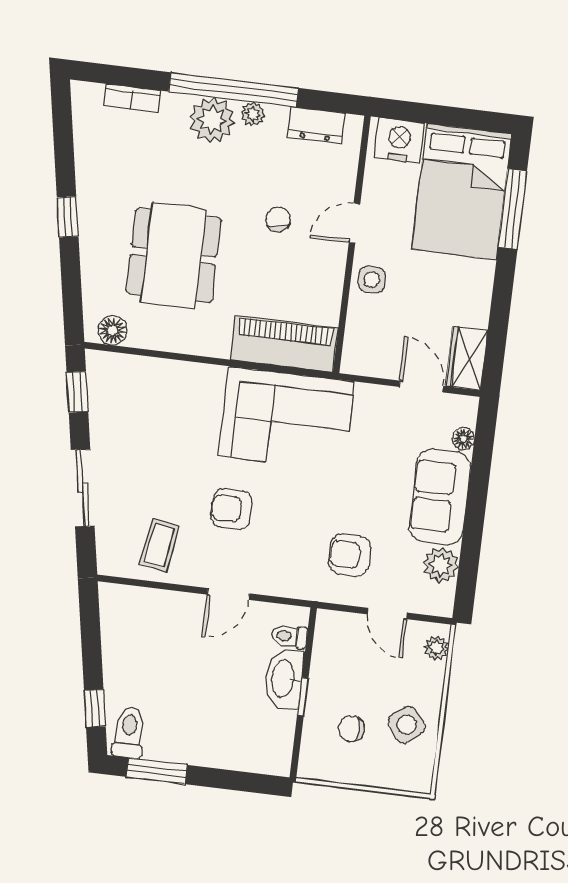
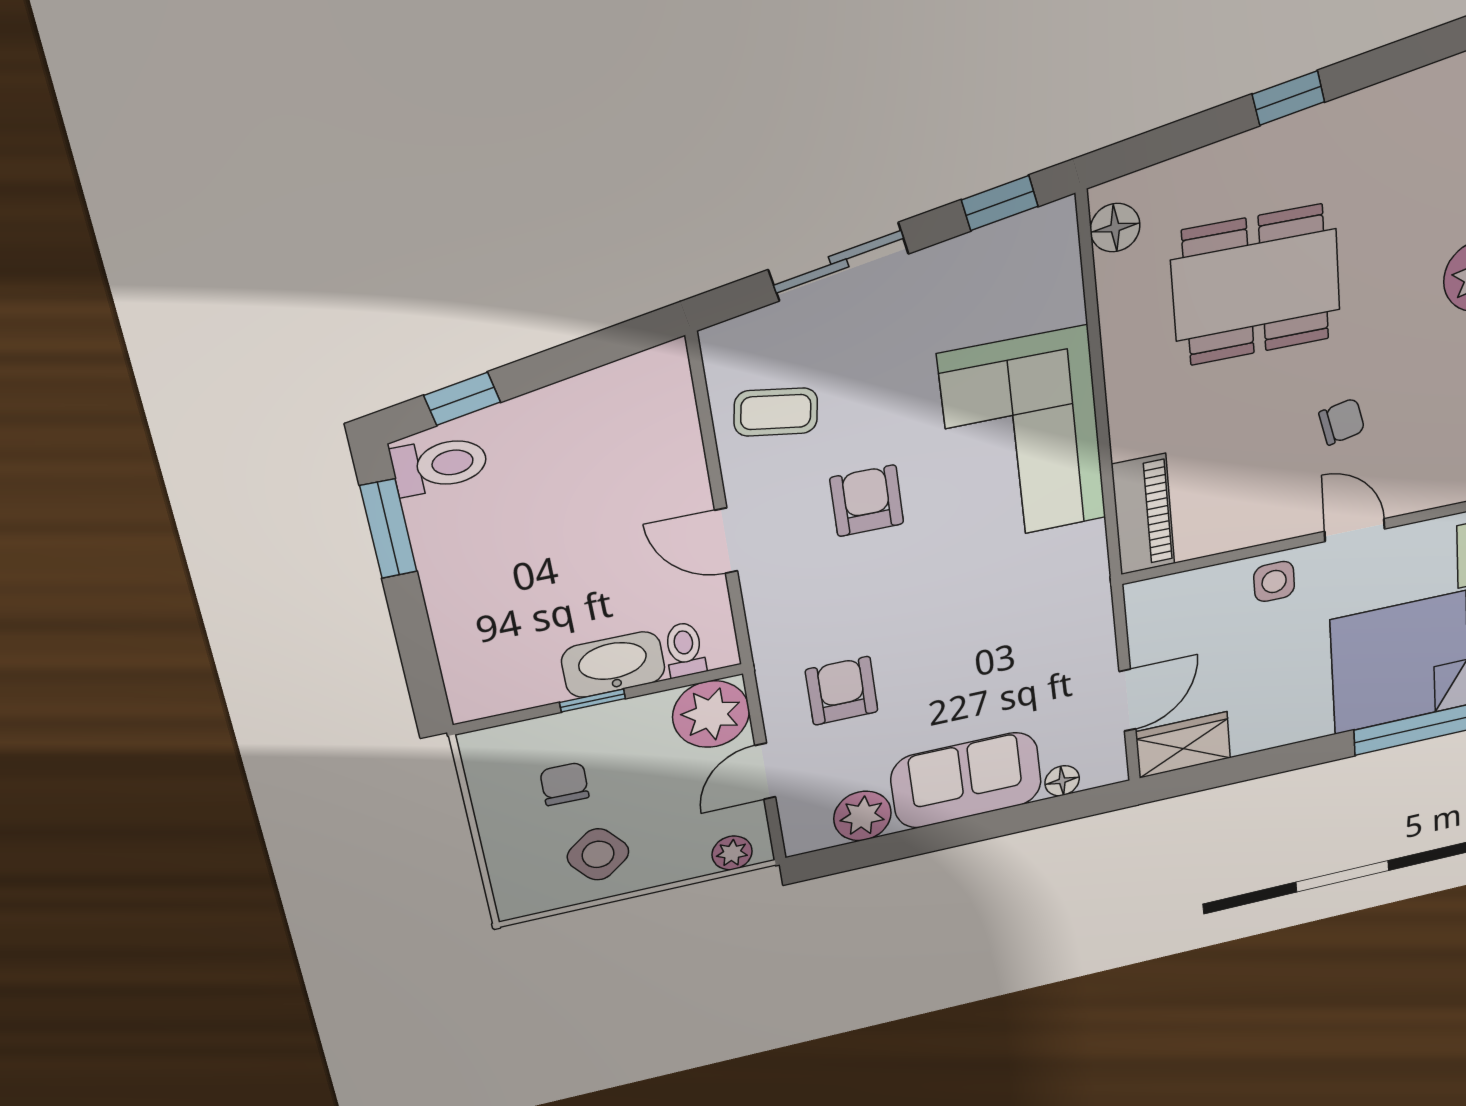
piano: (284, 344) -> (1143, 514), width x0.73, depth x0.75
corner sofa: (286, 419) -> (1023, 437), moved
plant: (337, 634) -> (711, 714), added

